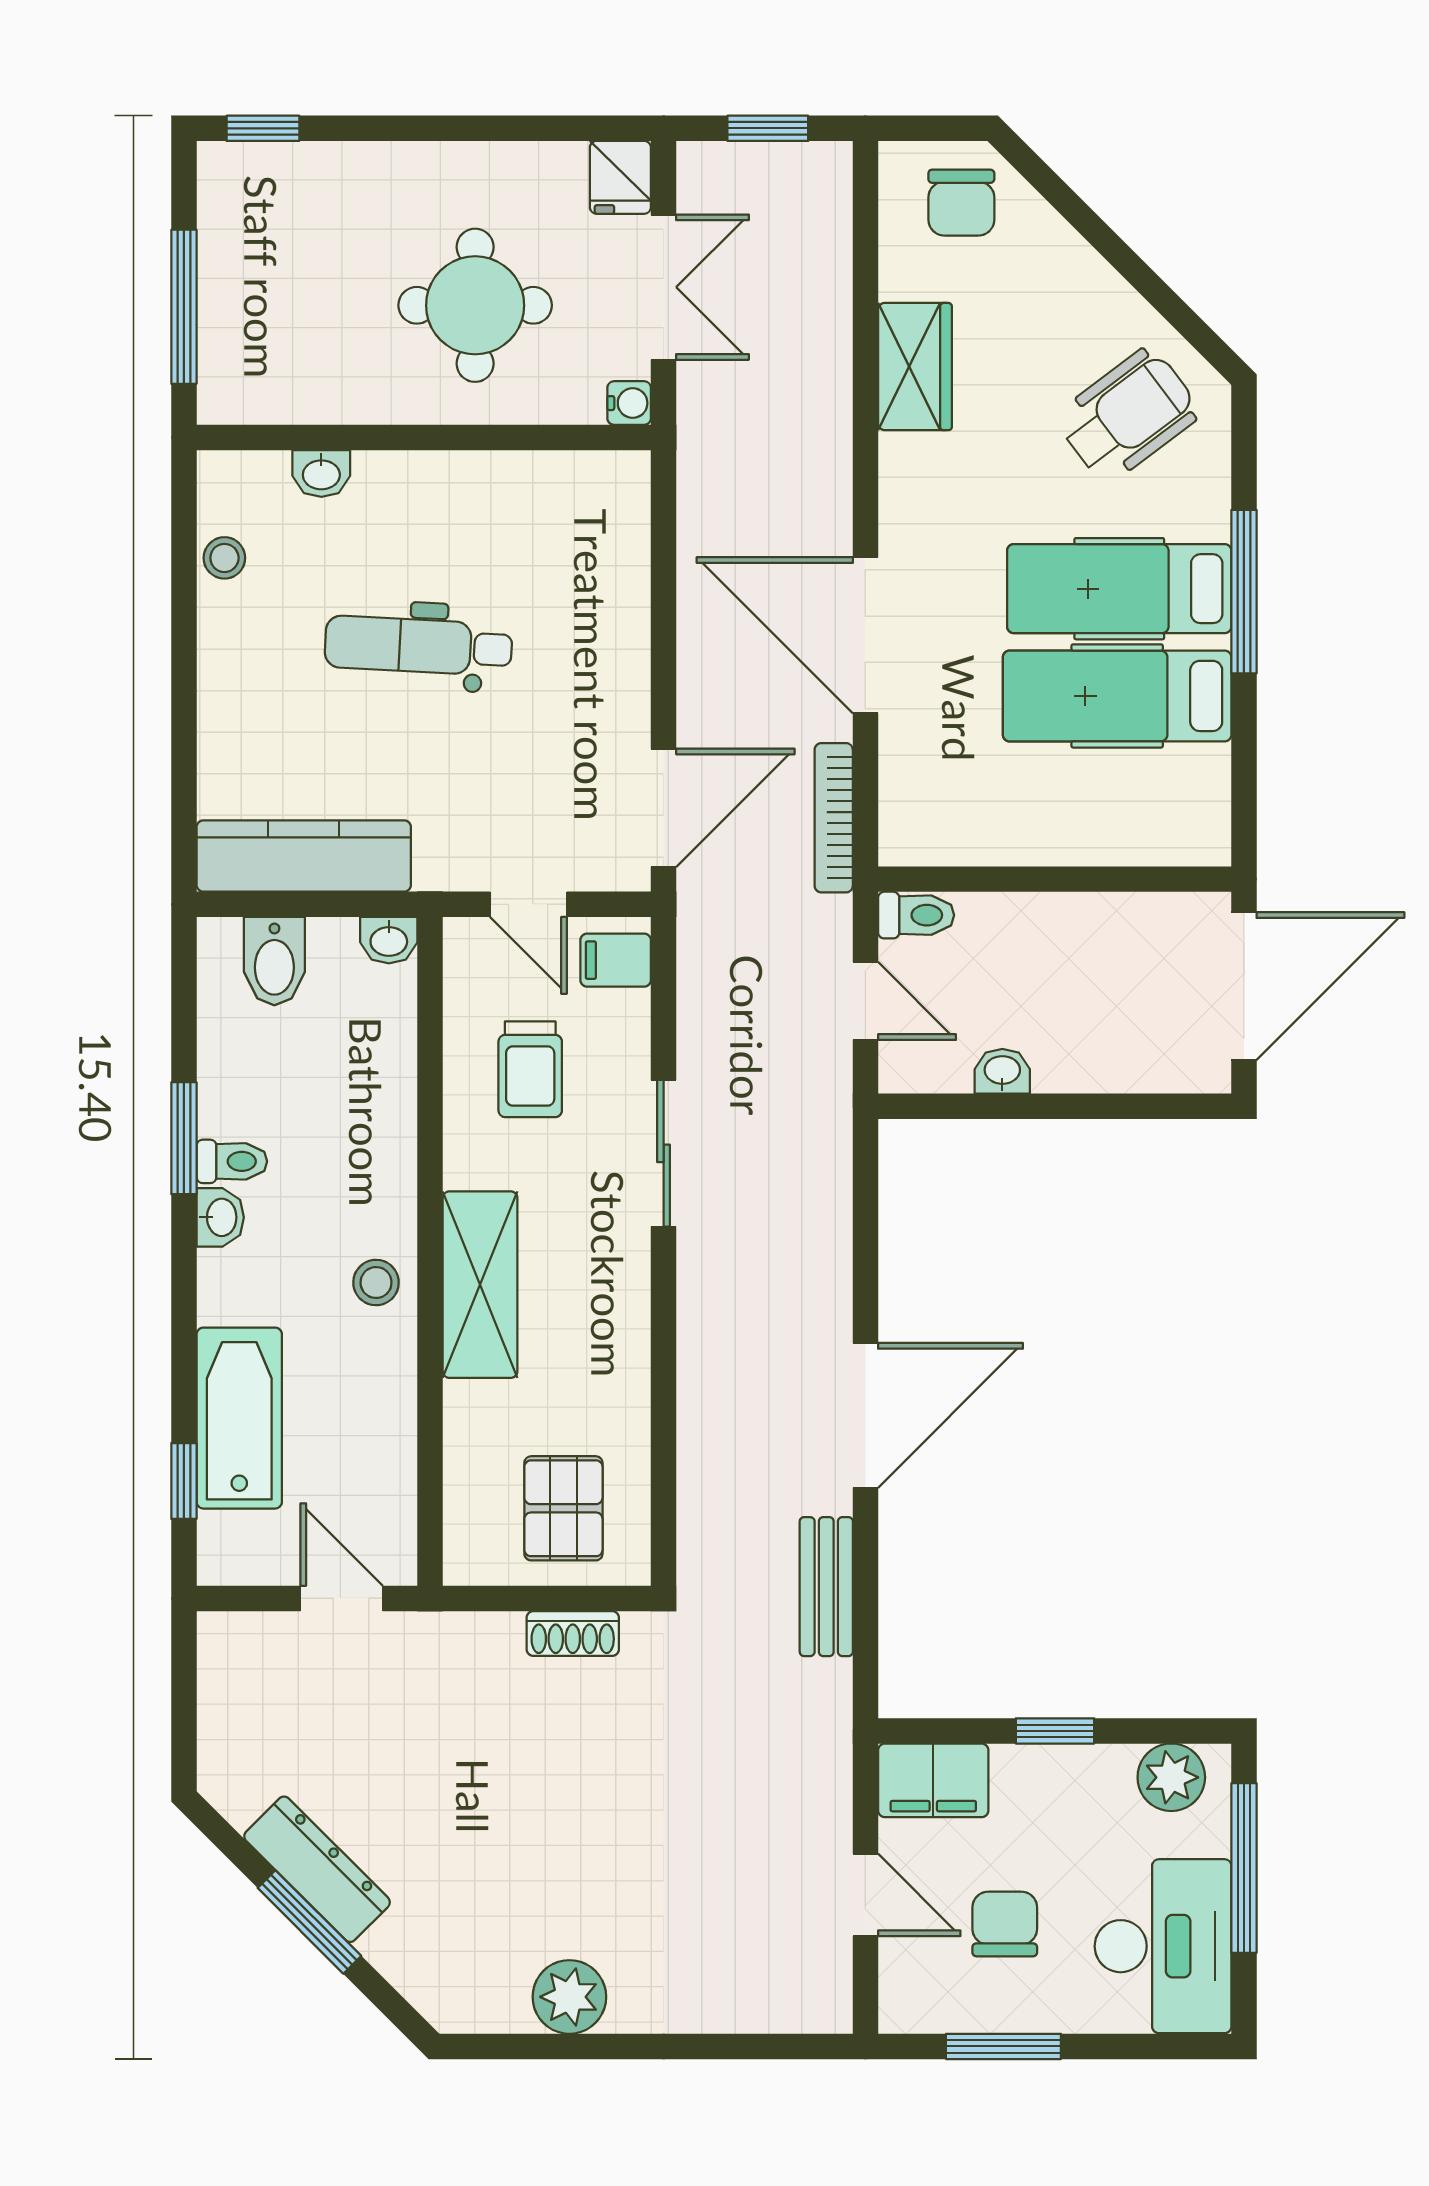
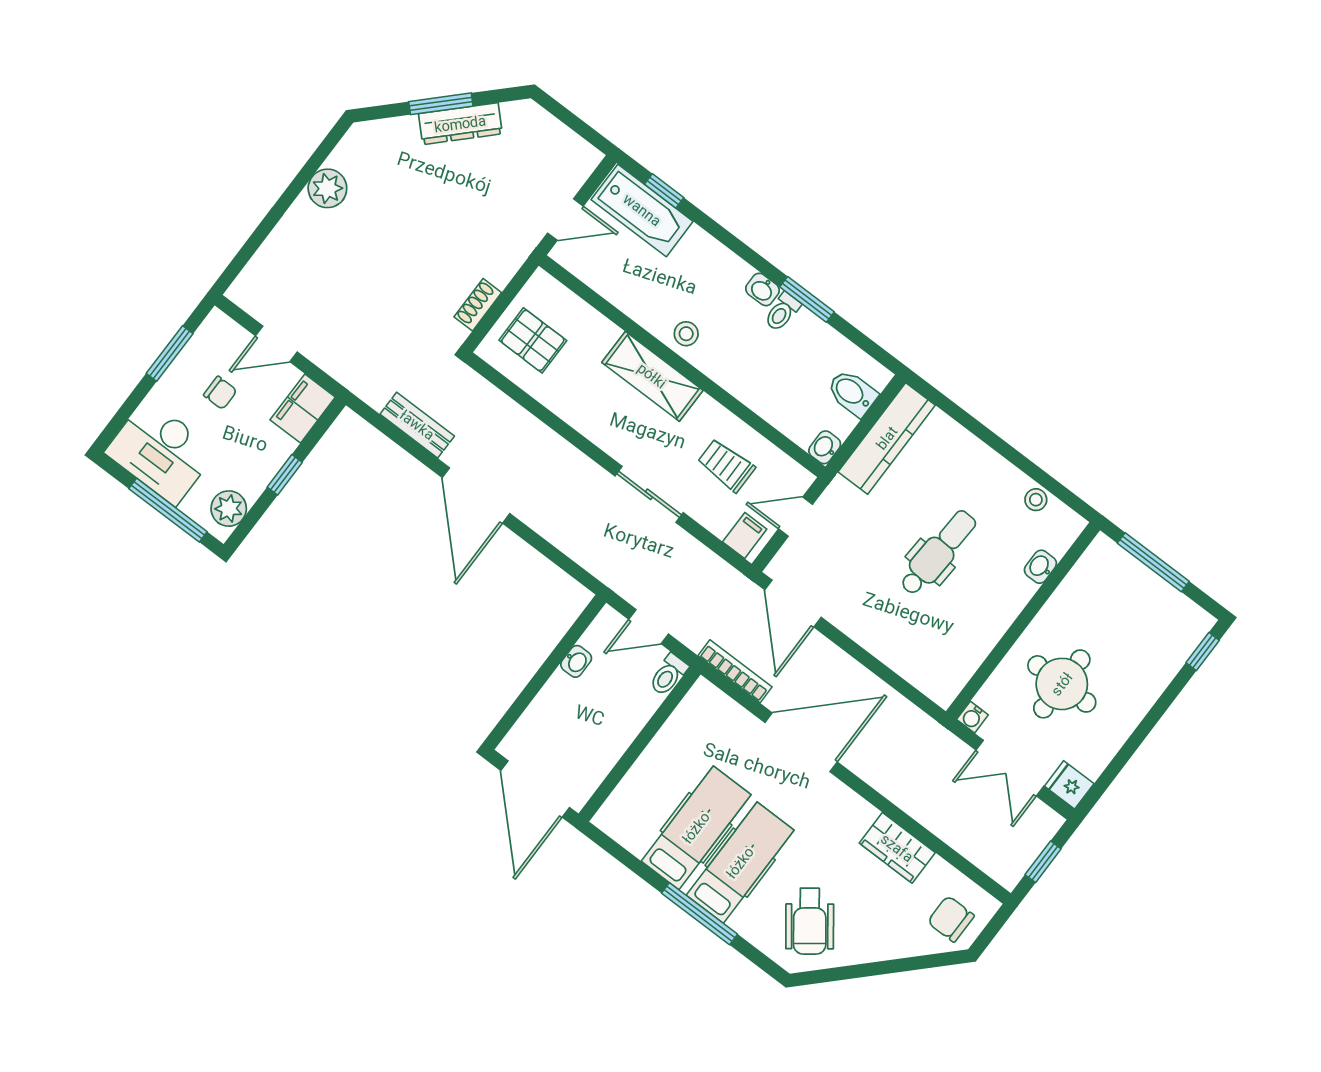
bathtub: (239, 1418) -> (642, 210), moved
chair: (1005, 1924) -> (220, 393), width x0.73, depth x0.73

